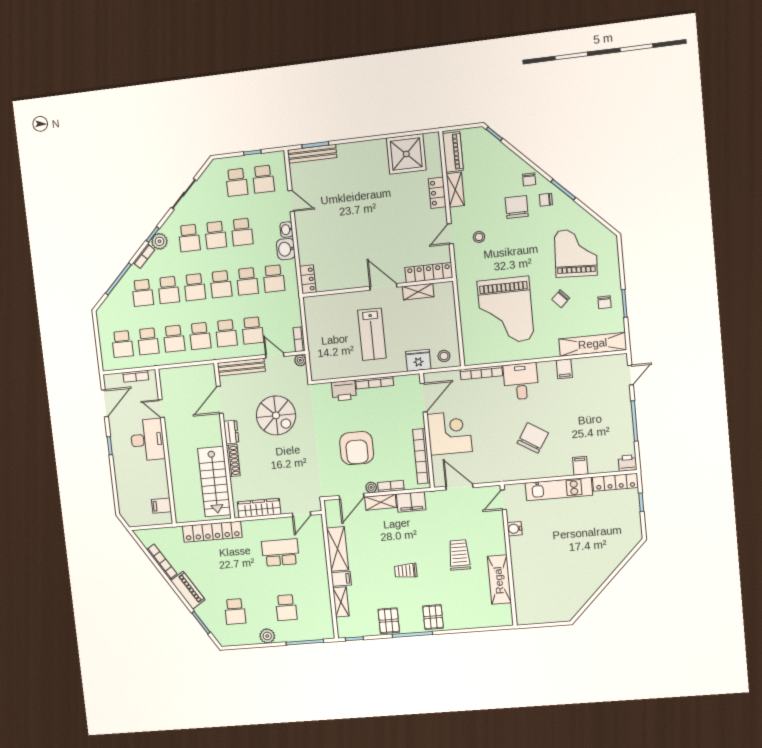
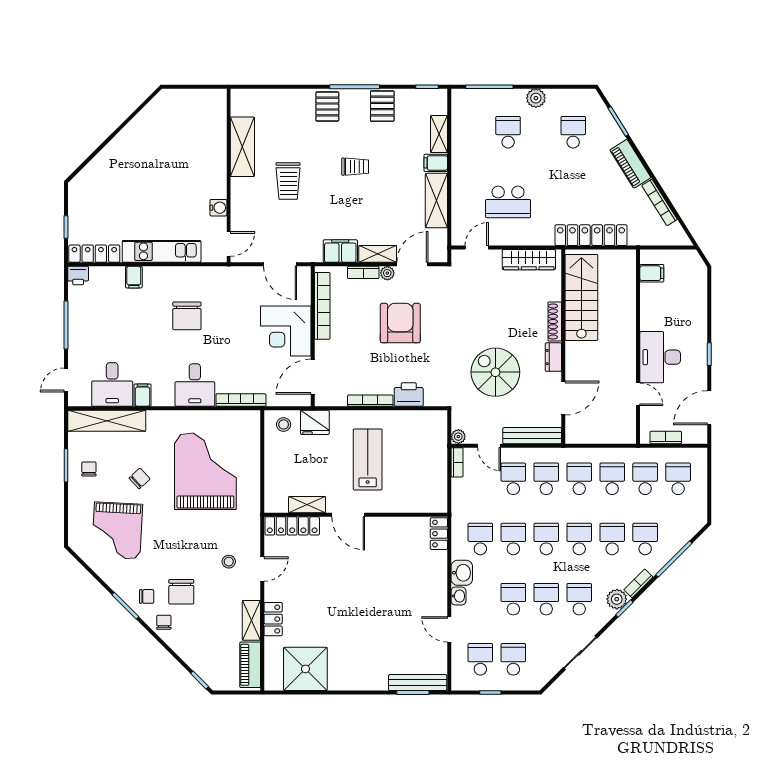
desk: (591, 375) -> (112, 384), added
chair: (533, 438) -> (187, 316), turned -32

